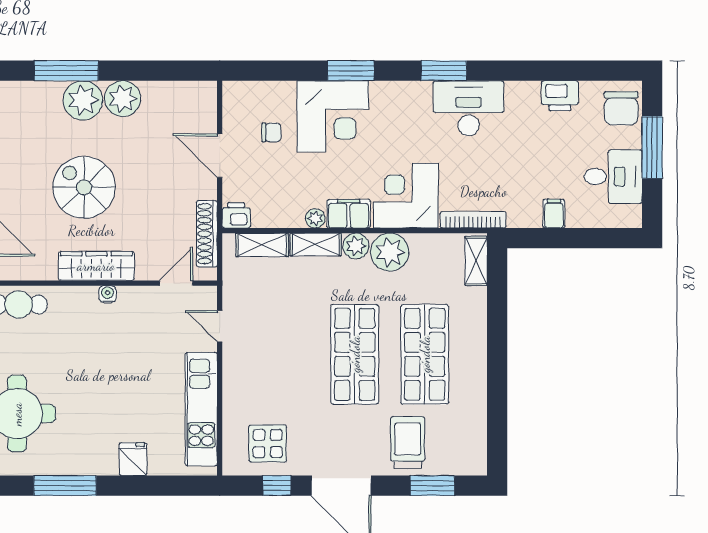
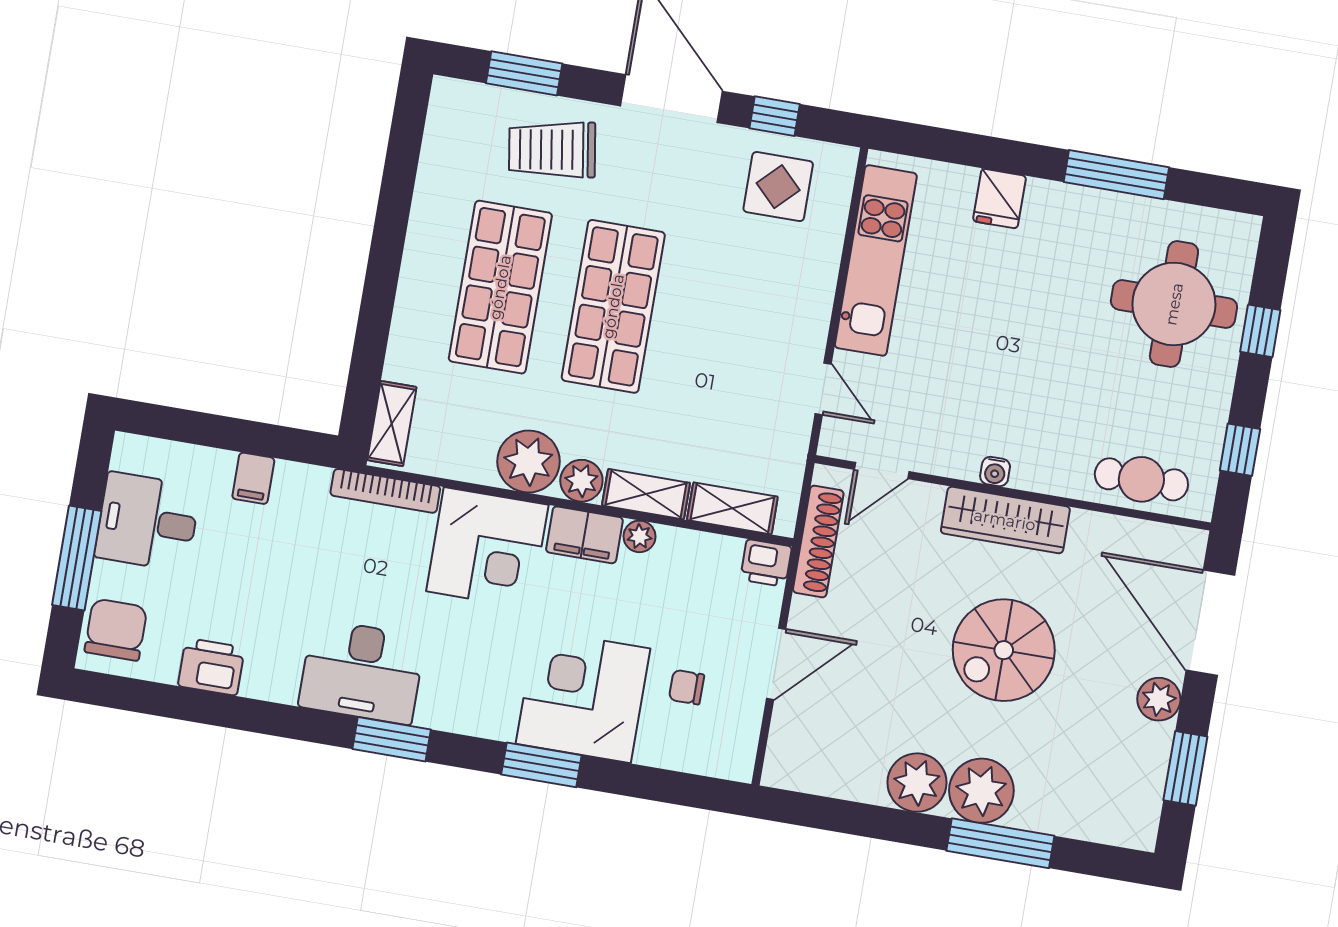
door: (220, 156) -> (776, 664), hinge flipped
spiral stairs: (84, 187) -> (1004, 650), turned 90
trolley: (408, 443) -> (552, 150), turned 81

